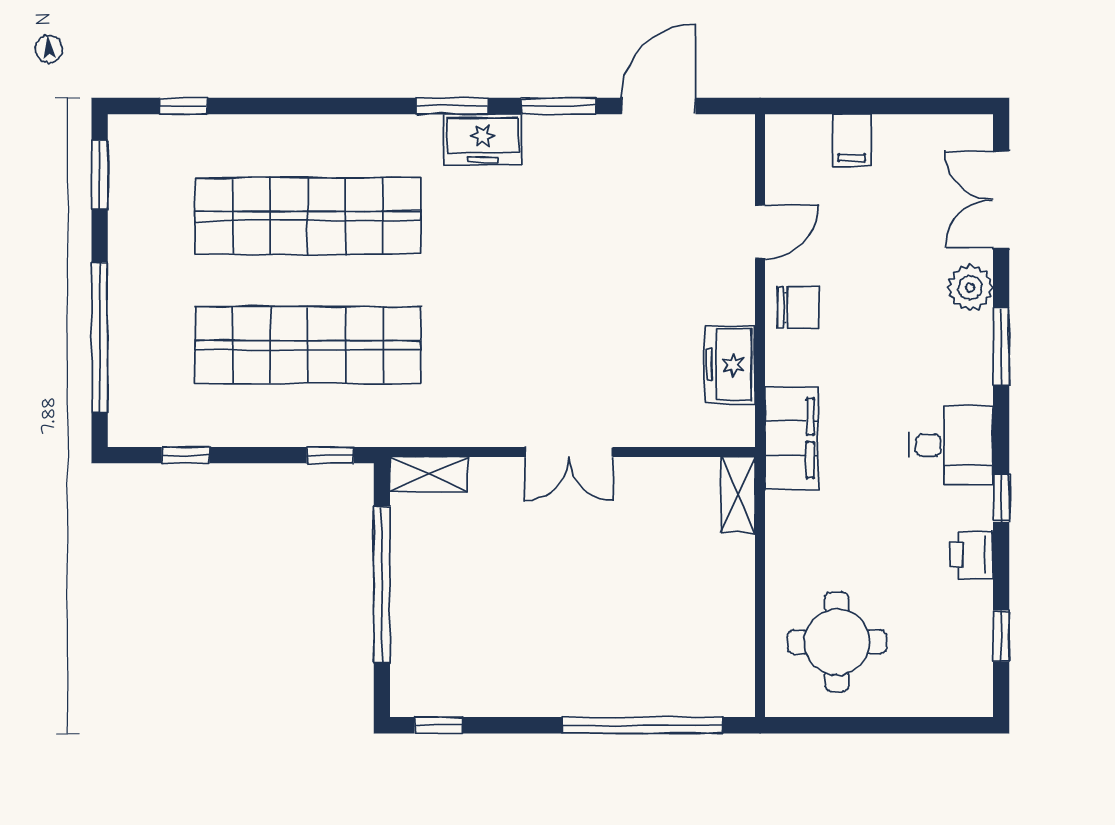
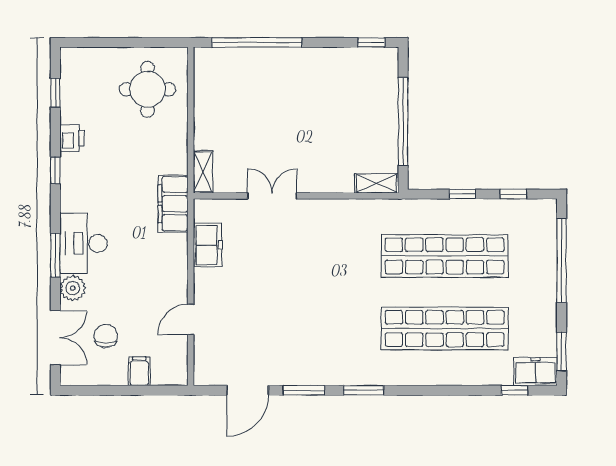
freezer: (483, 139) -> (535, 372), moved
chair: (798, 307) -> (106, 336), moved, turned 90
desk: (951, 445) -> (83, 243), moved, width x1.37
double door: (569, 452) -> (272, 196), moved
window: (330, 455) -> (462, 194), moved

